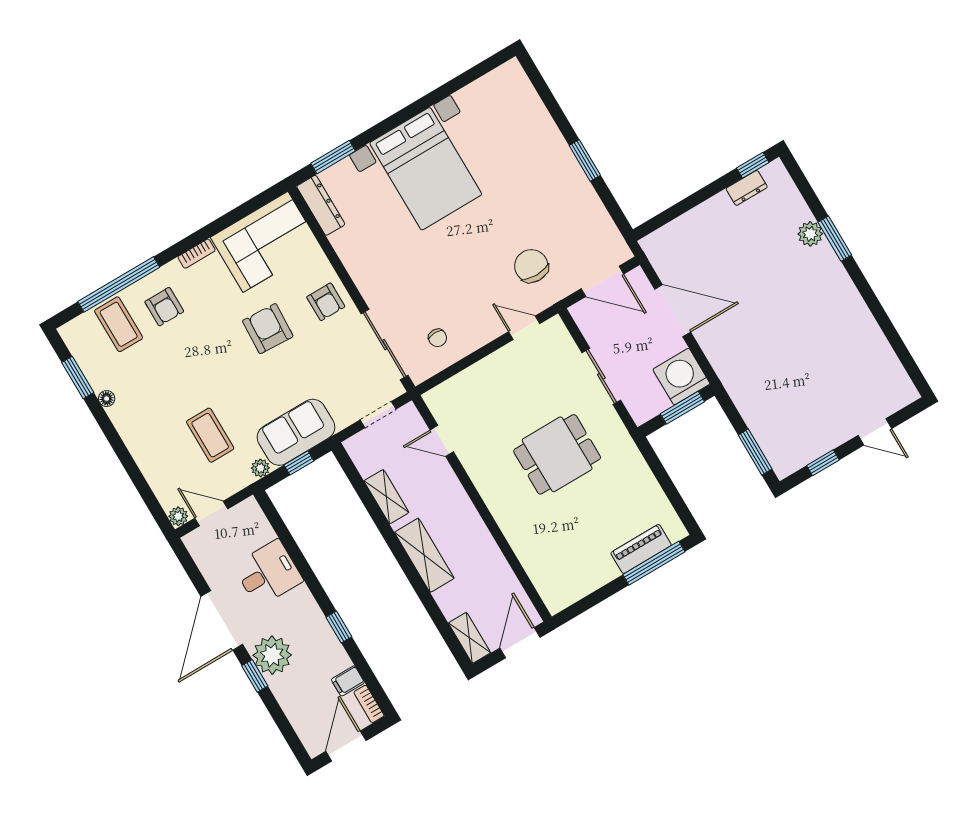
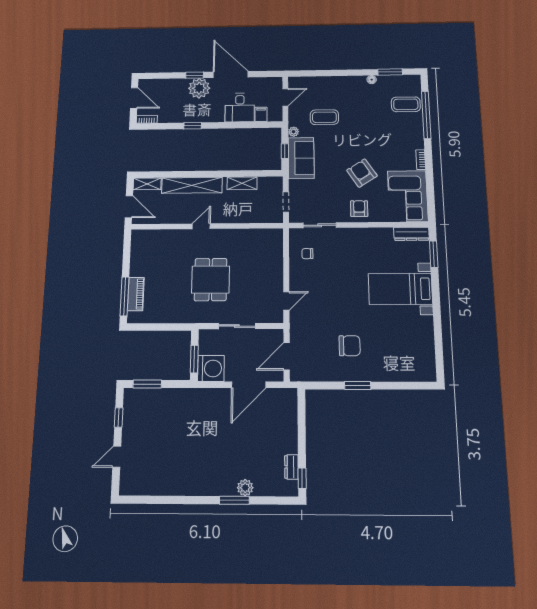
bed with nightstands: (426, 169) -> (400, 289), width x0.73
chair: (531, 266) -> (350, 346), moved
armchair: (326, 302) -> (359, 209), turned 91
armchair: (164, 307) -> (402, 130), removed
armchair: (268, 329) -> (362, 173), turned -126
sliding door: (385, 345) -> (320, 225), width x0.73
door: (442, 441) -> (201, 226), moved
plant: (178, 516) -> (293, 82), removed
shelving: (424, 555) -> (192, 185), width x1.47
filing cabinet: (348, 681) -> (261, 114), moved

